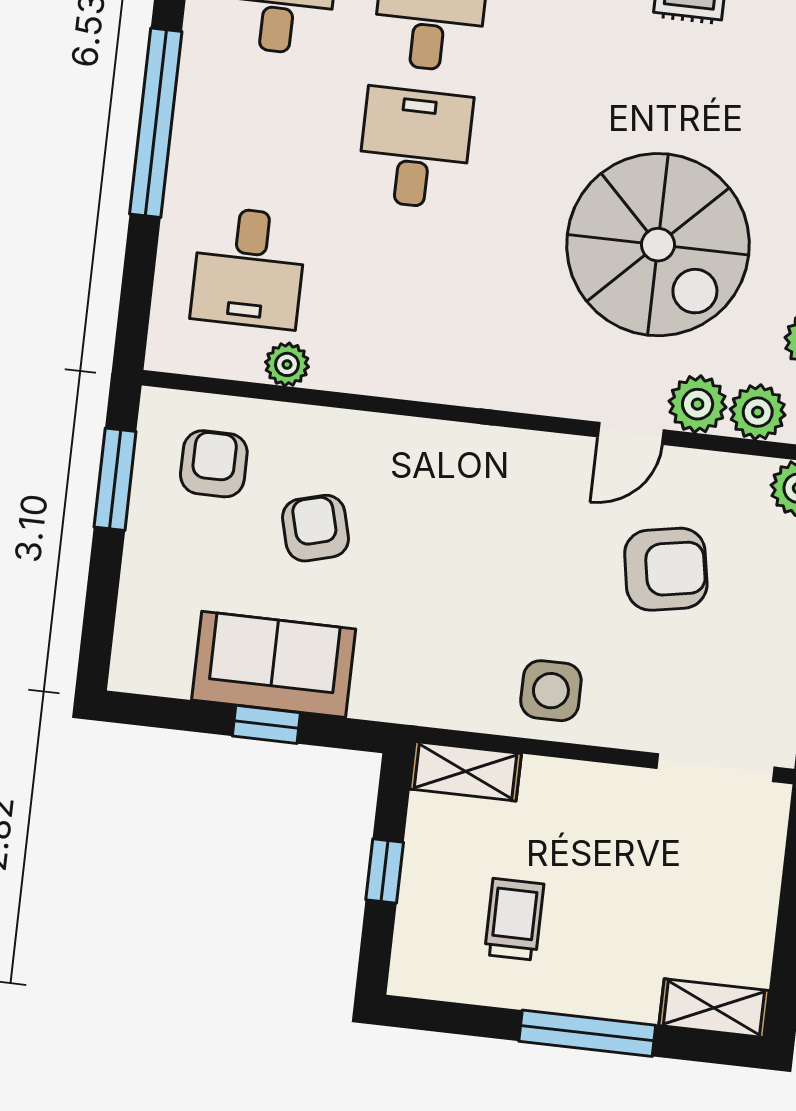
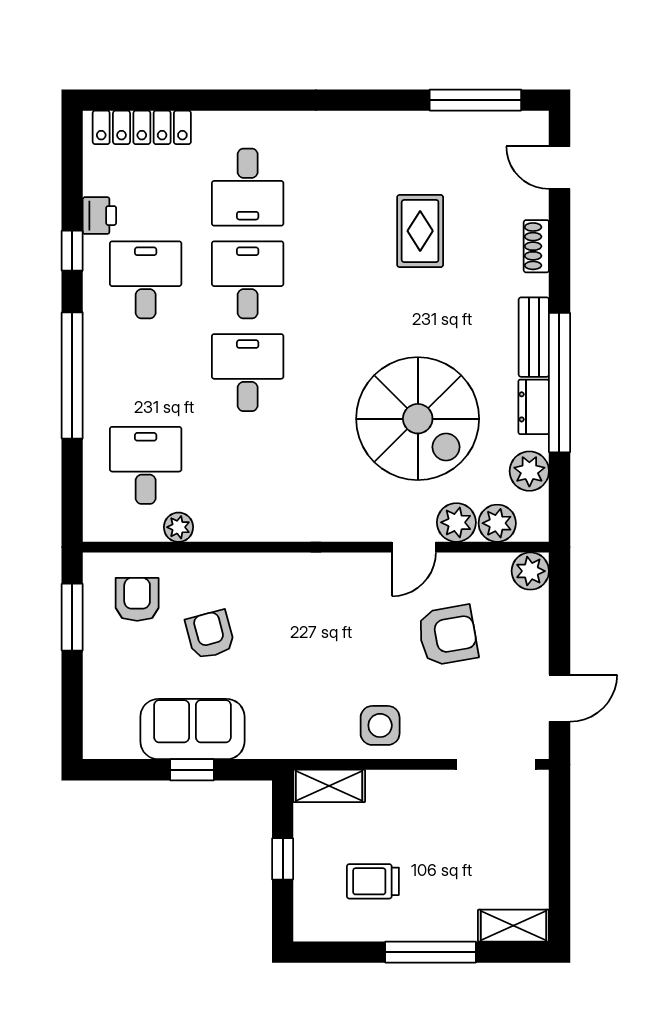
desk: (249, 268) -> (146, 465), turned 180
trolley: (514, 919) -> (373, 881), turned -90

